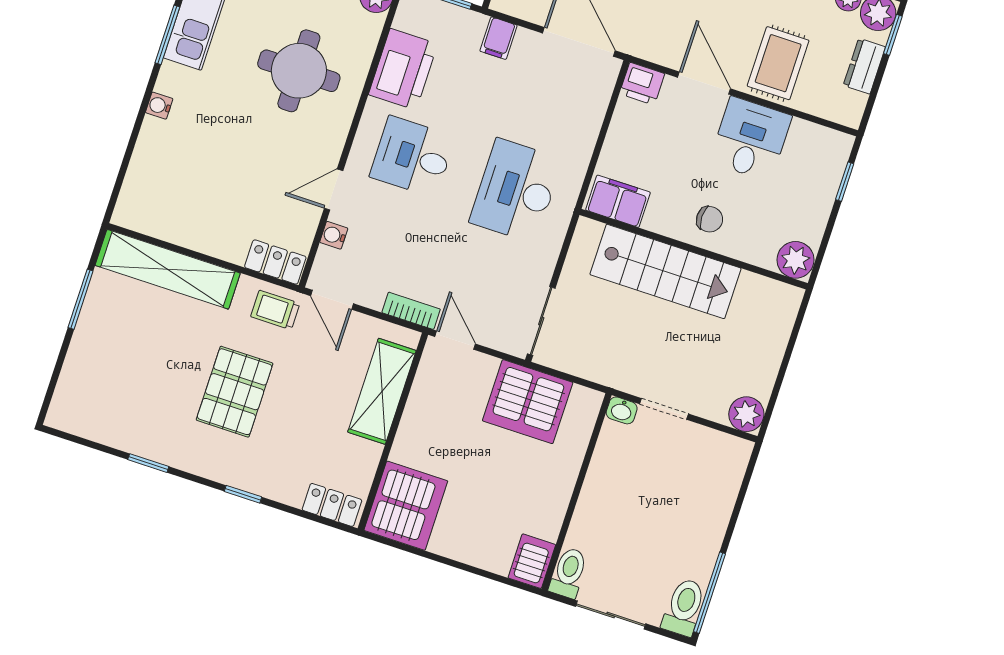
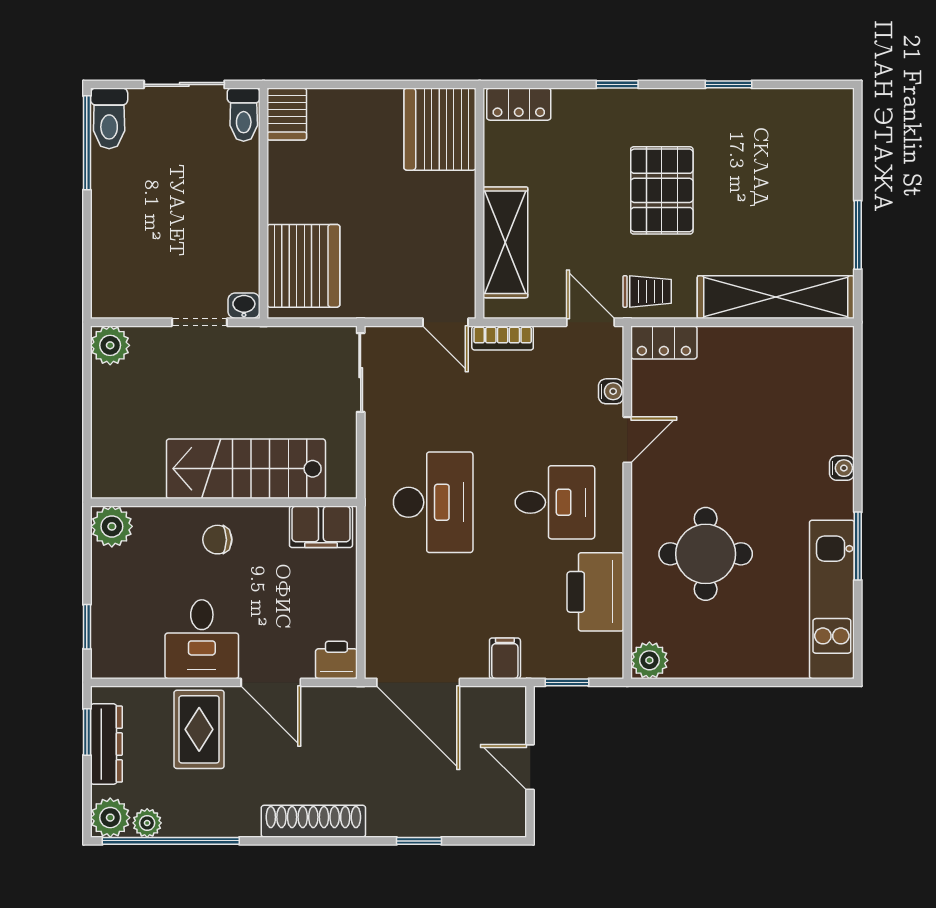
window: (893, 35) -> (87, 732), moved
dresser: (864, 66) -> (106, 744), width x1.44
server rack: (528, 402) -> (303, 266), moved, turned 90

